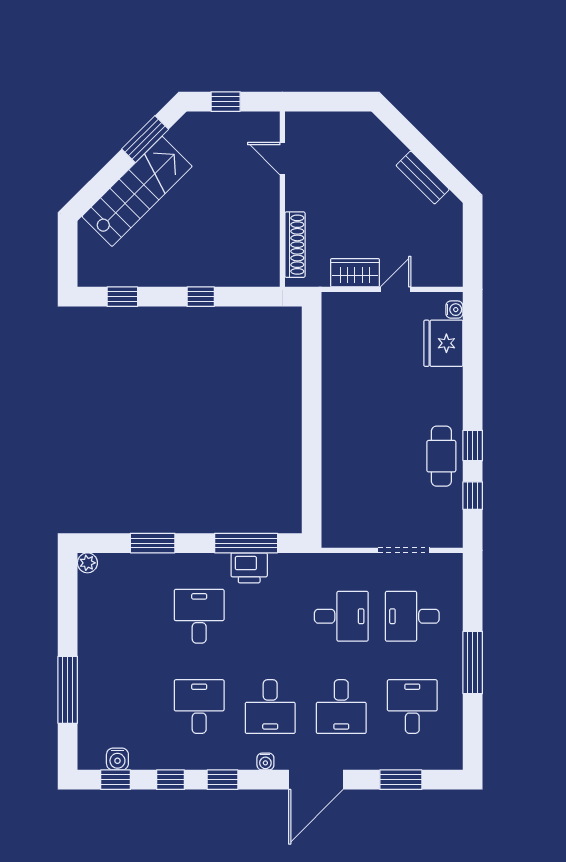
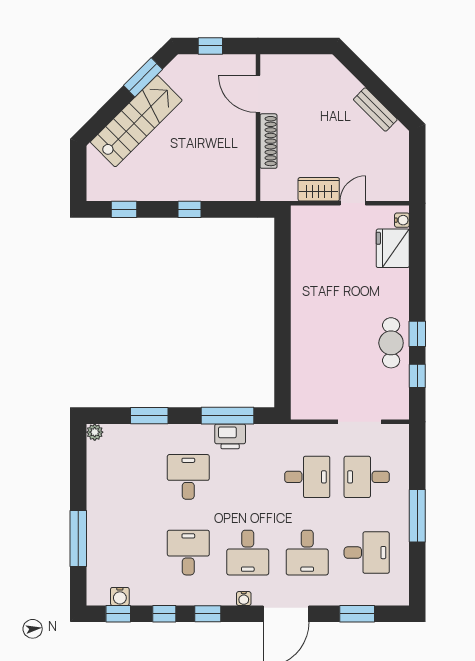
door: (282, 159) -> (258, 94), width x1.38
shoe rack: (295, 245) -> (268, 141), moved
desk: (412, 707) -> (367, 553), turned 90

